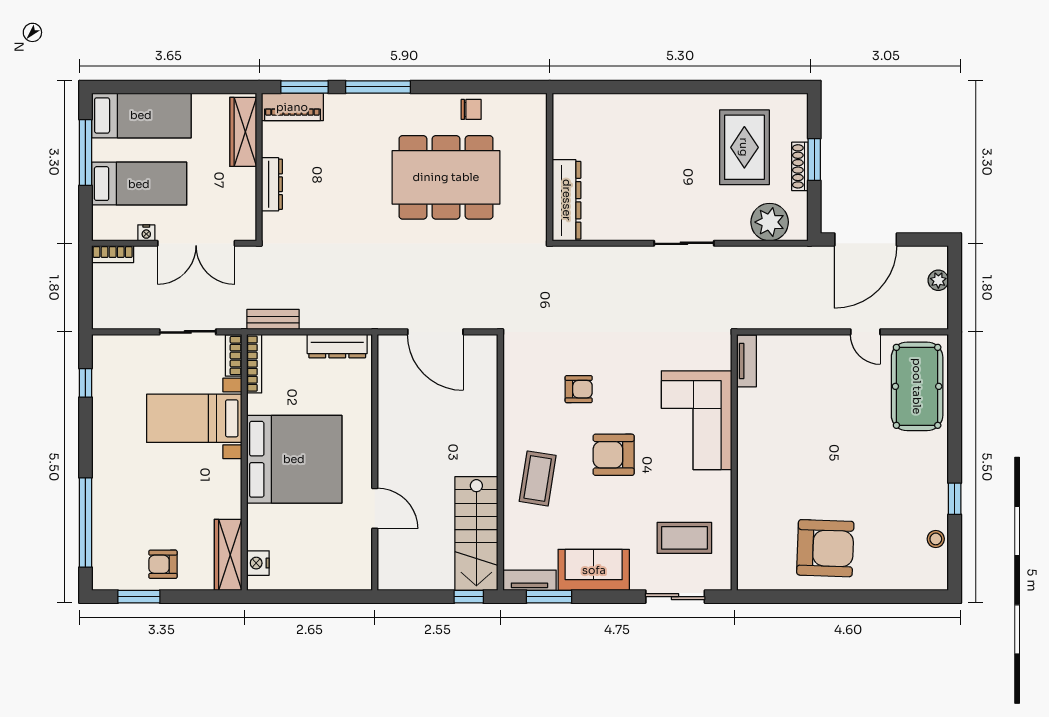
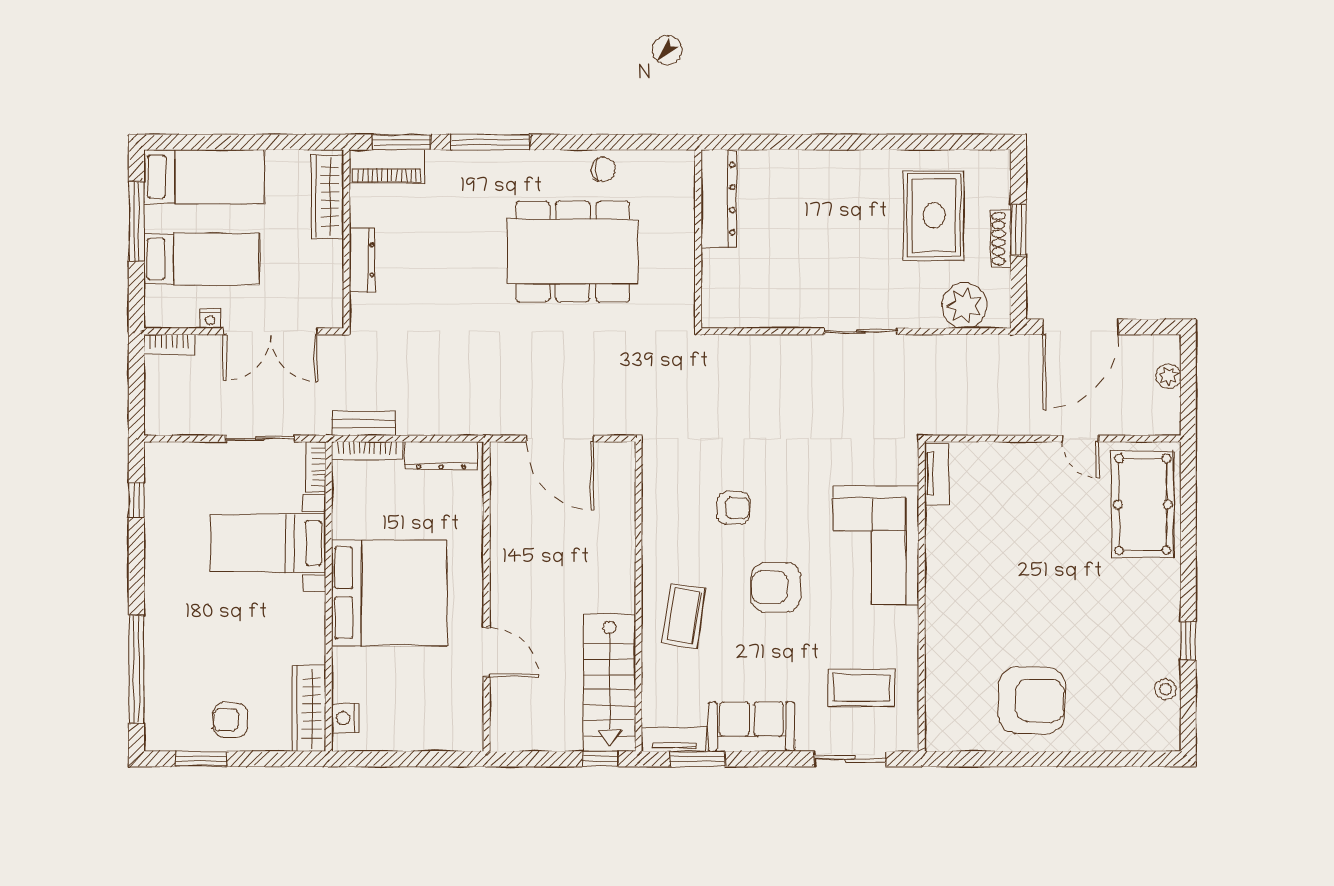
dresser: (567, 200) -> (719, 199), moved
bookcase: (254, 364) -> (367, 451), moved, turned 90

